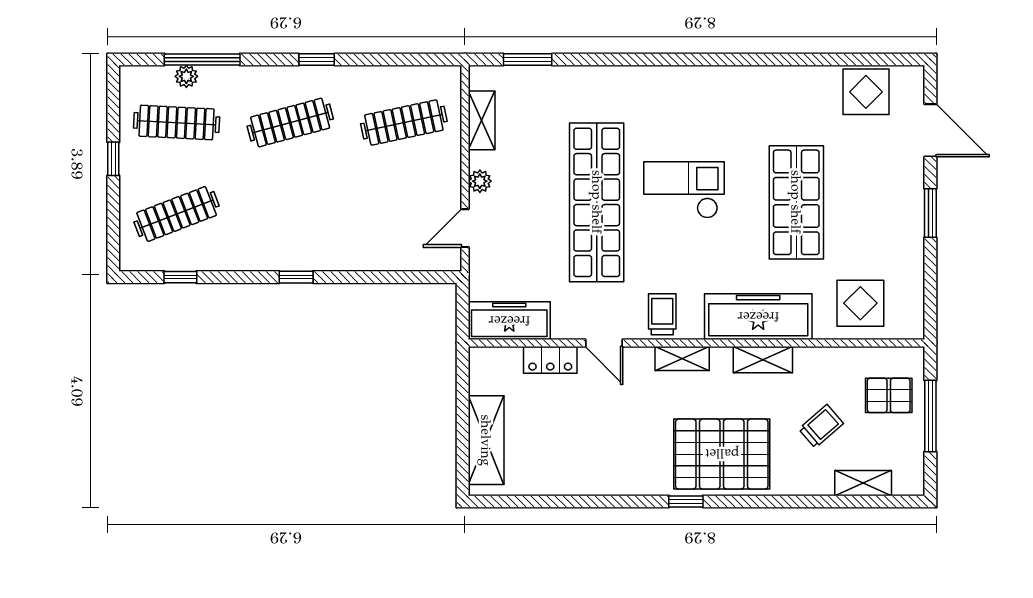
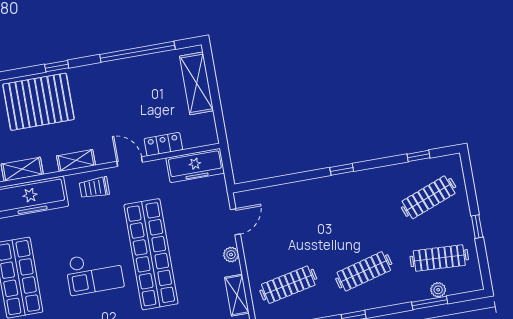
window: (202, 59) -> (430, 303), width x0.69
trolley: (662, 314) -> (94, 188), turned 90
window: (564, 502) -> (137, 52), added

